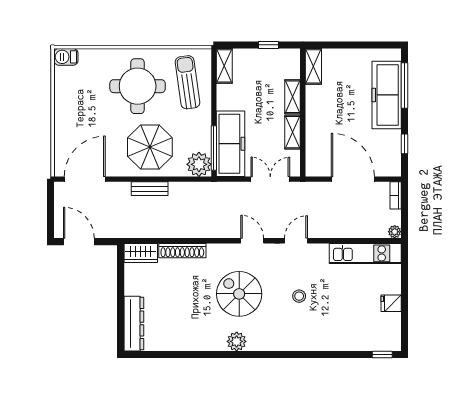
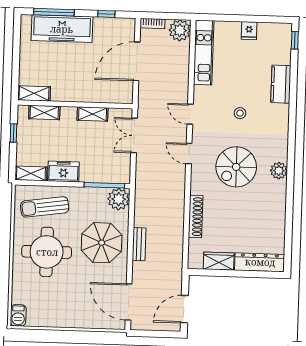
shelving: (293, 97) -> (44, 113), moved
freezer: (231, 144) -> (63, 172), moved, width x0.52, depth x0.79
plant: (395, 232) -> (180, 30), width x1.88, depth x1.88
door: (252, 241) -> (189, 154), hinge flipped
wardrobe: (141, 253) -> (219, 261), moved, turned -90
kitchen counter: (333, 341) -> (281, 84), added

